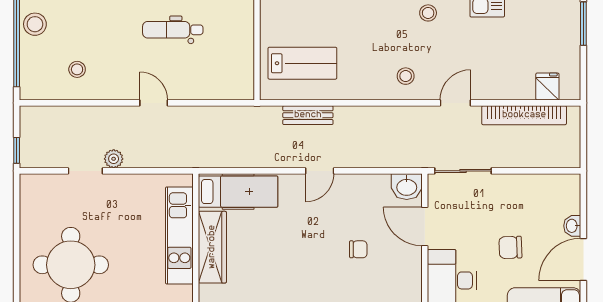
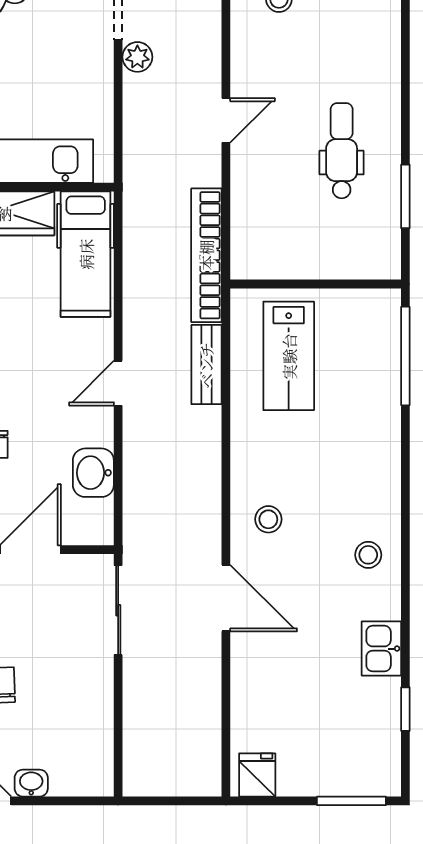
fridge: (547, 87) -> (257, 775), moved, turned -90
door: (455, 103) -> (226, 598), width x1.38
bookcase: (524, 115) -> (206, 255), moved
door: (320, 171) -> (118, 383), hinge flipped
washbasin: (407, 187) -> (93, 473), moved

